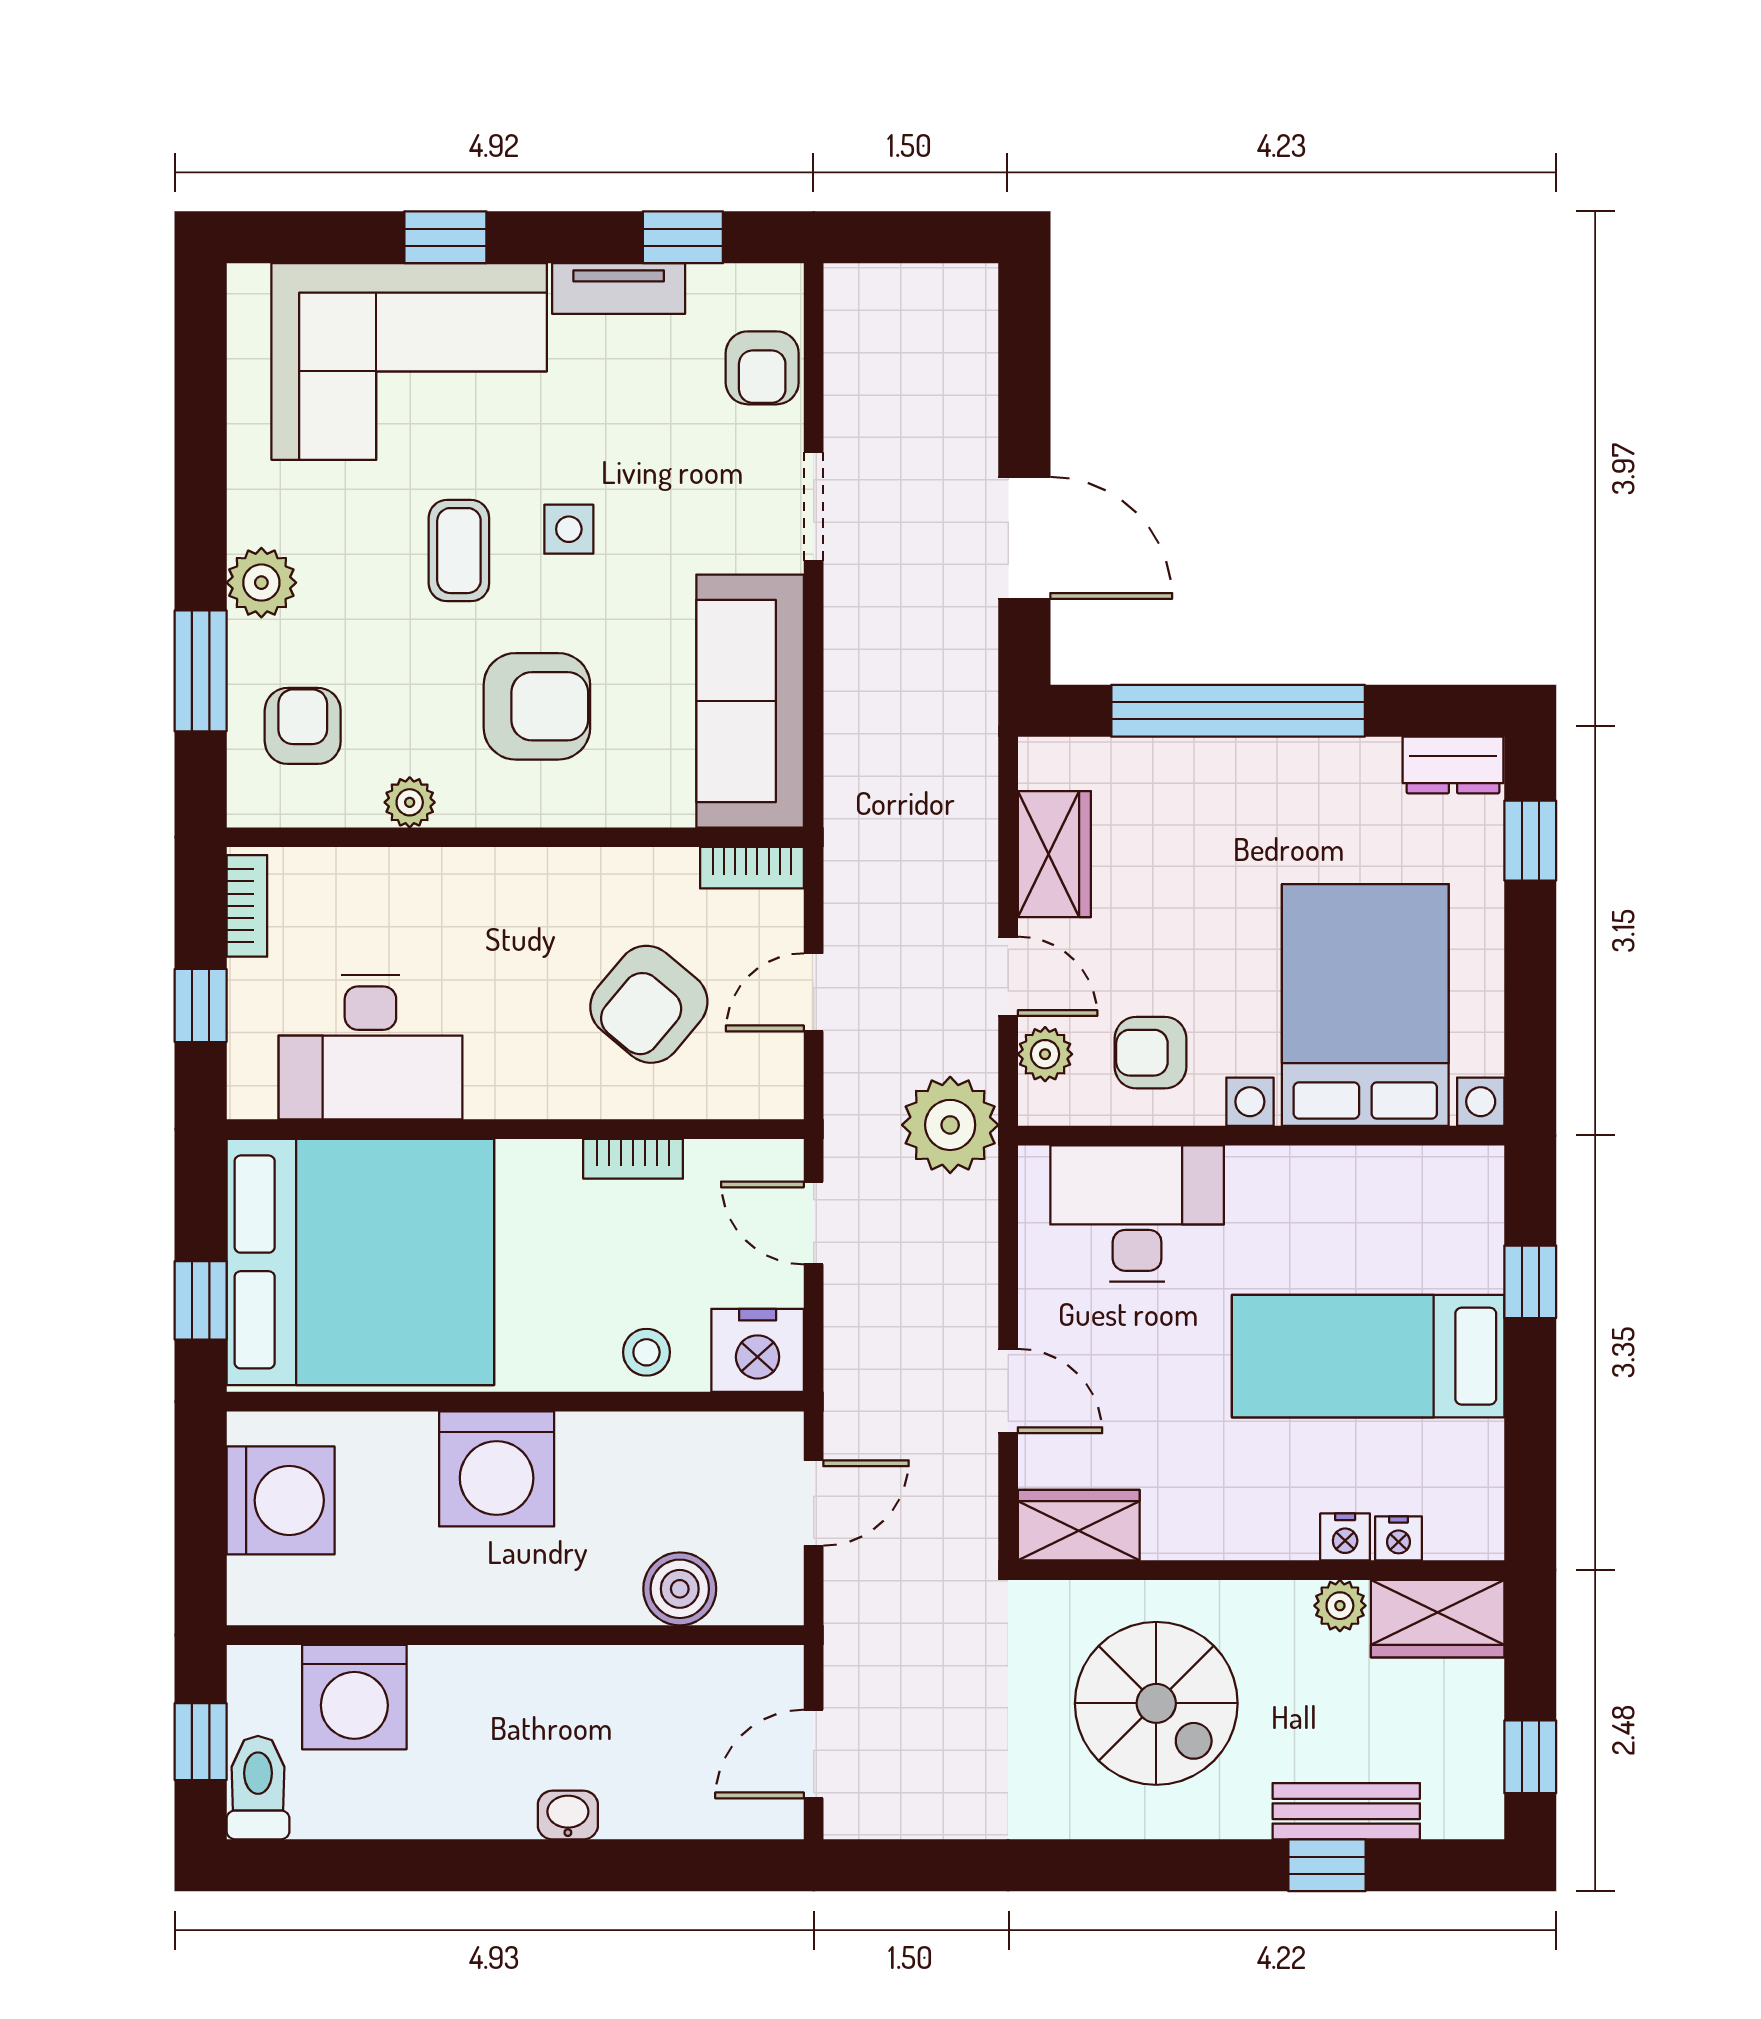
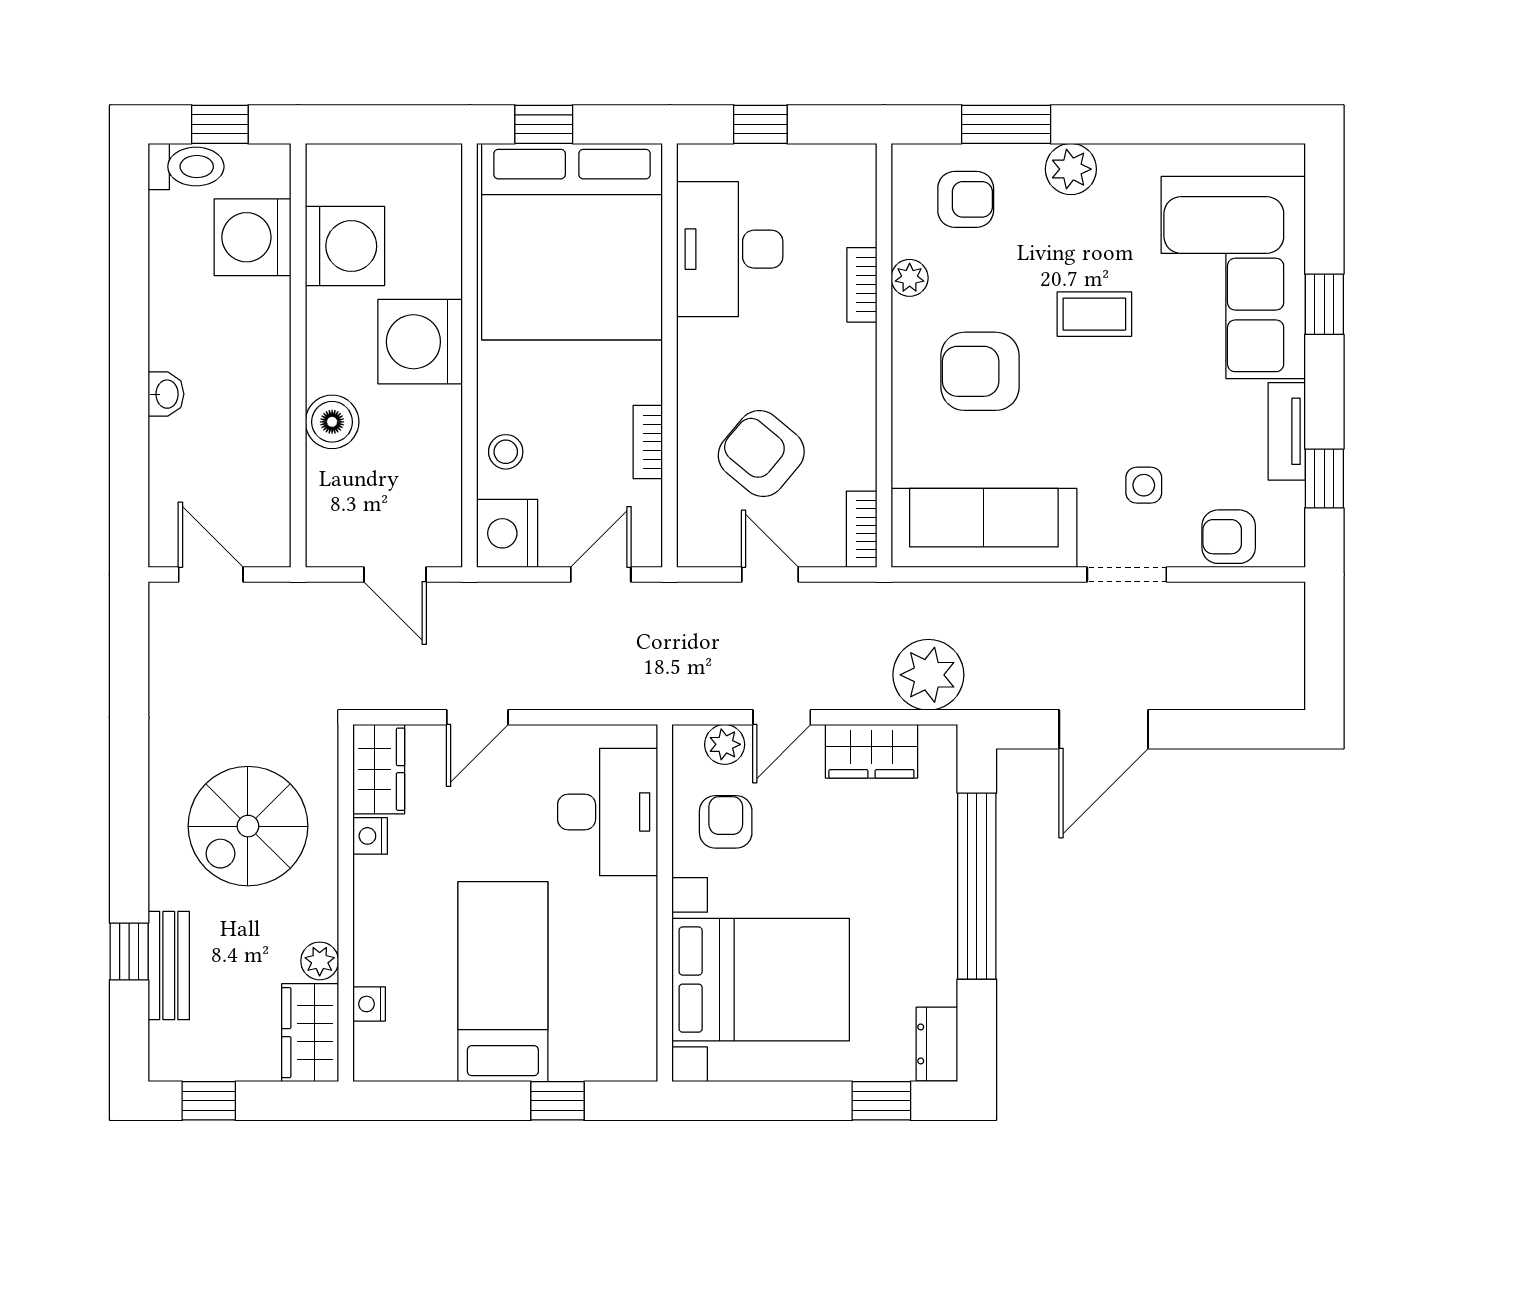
side table: (569, 529) -> (1144, 485), moved
armchair: (537, 706) -> (980, 371), turned 90
bookcase: (247, 906) -> (862, 285), moved, turned 90
plant: (950, 1125) -> (928, 675), moved
washing machine: (281, 1500) -> (345, 246), moved, turned -90
nightstand: (1345, 1537) -> (370, 836), moved
boiler: (680, 1589) -> (332, 422), moved

